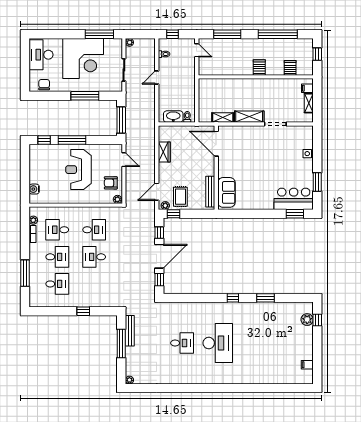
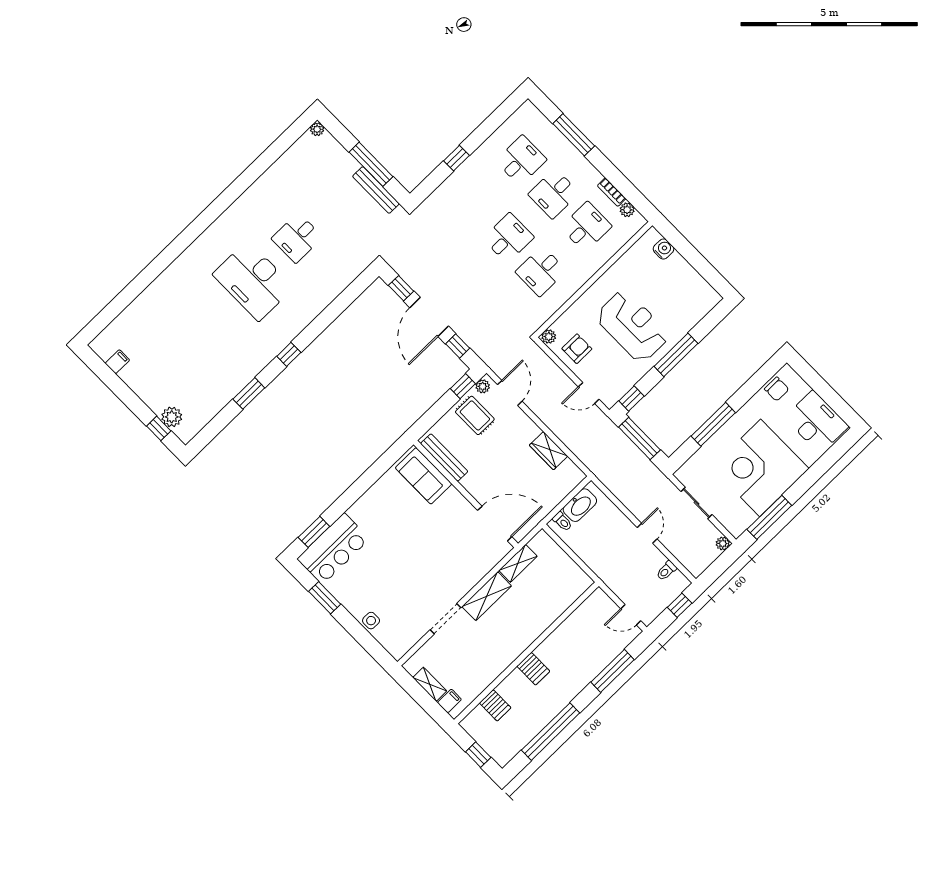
window: (44, 140) -> (631, 398), moved
desk: (57, 284) -> (521, 160), turned 180

